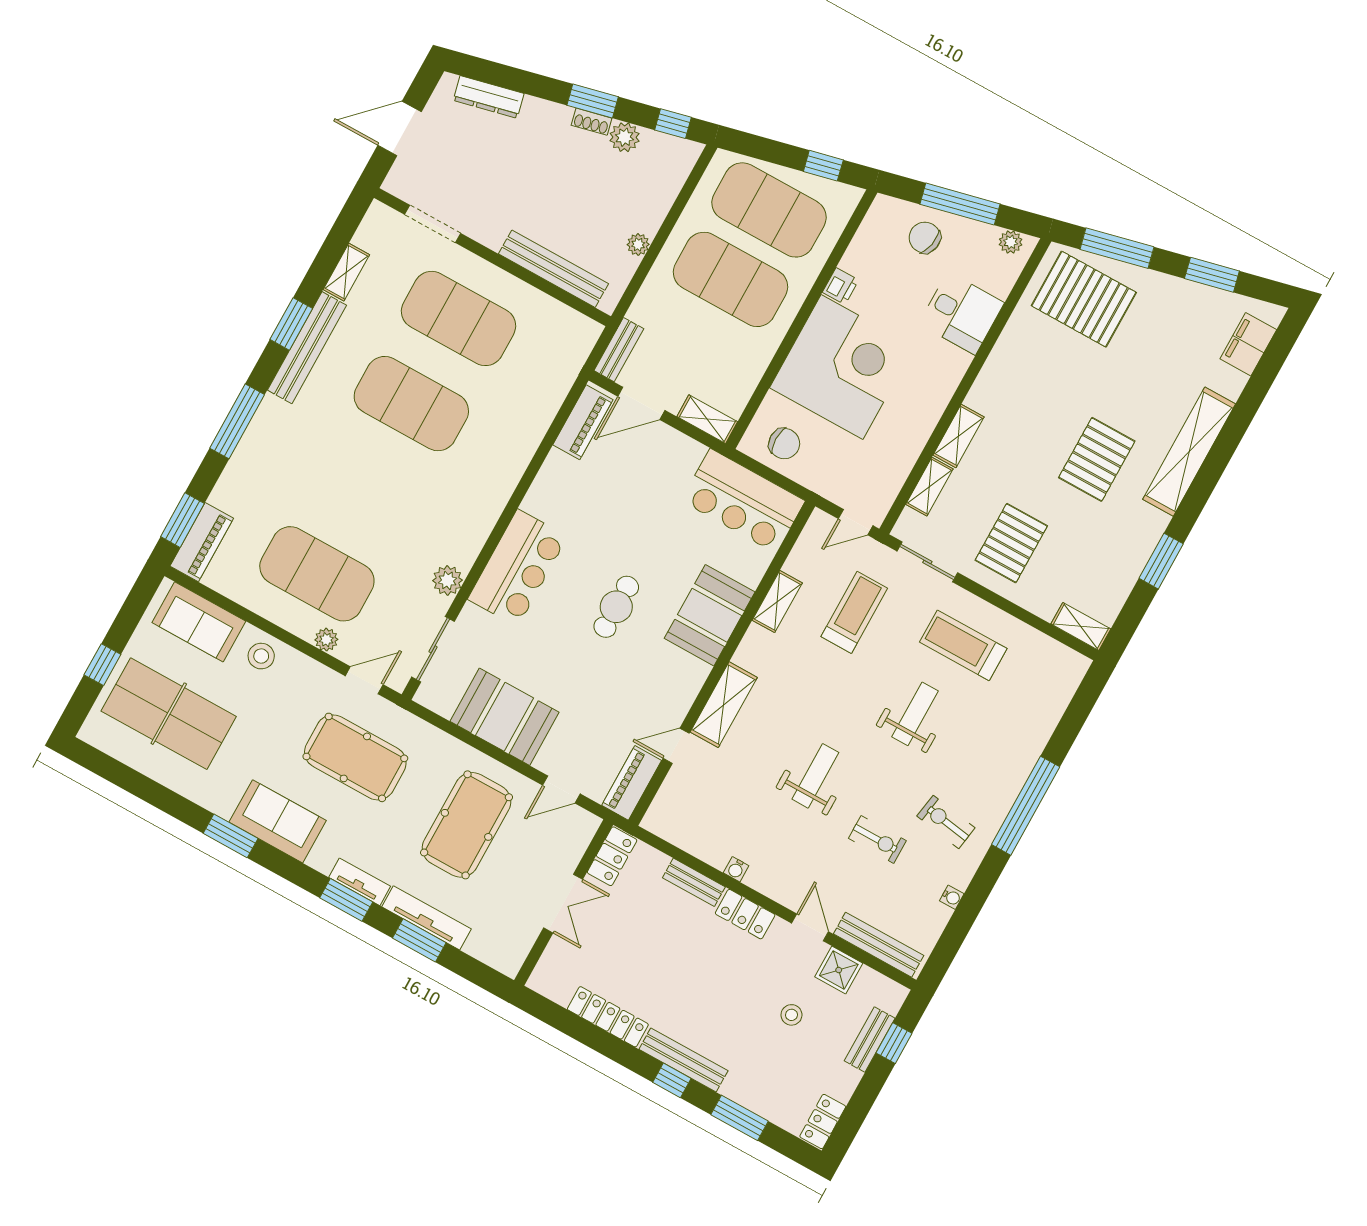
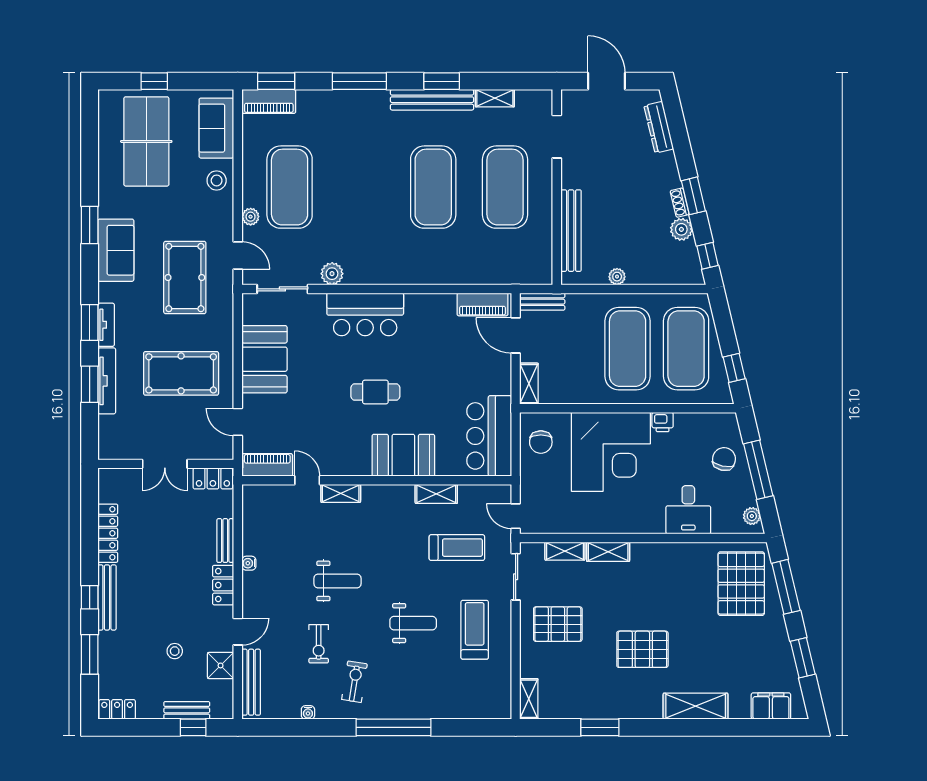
shelving: (1189, 452) -> (696, 706), width x0.68
shelving: (724, 705) -> (341, 493), width x0.67, depth x0.75

